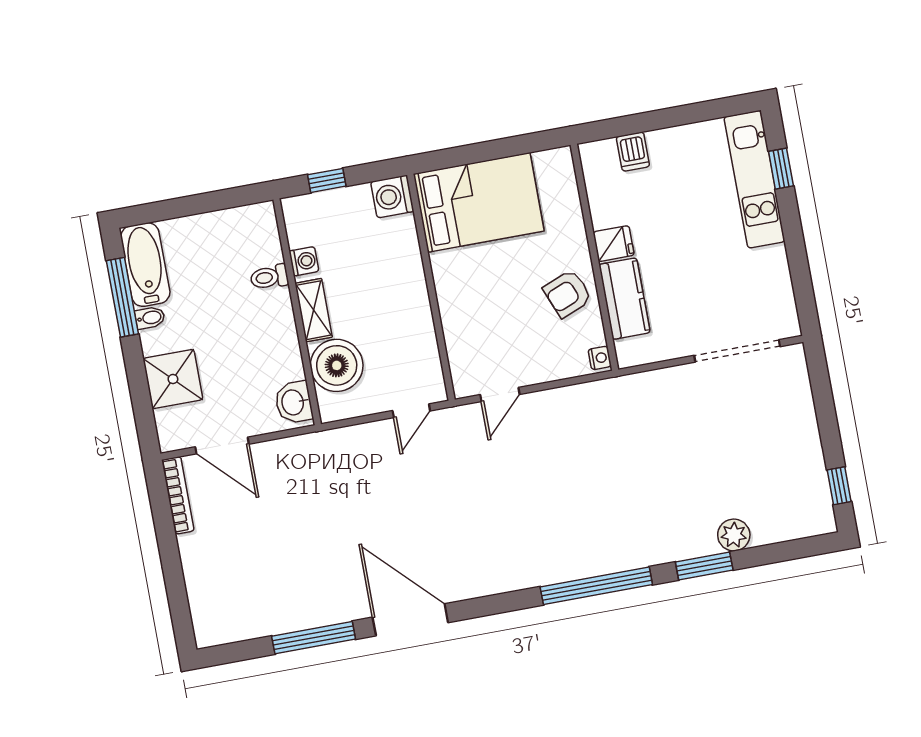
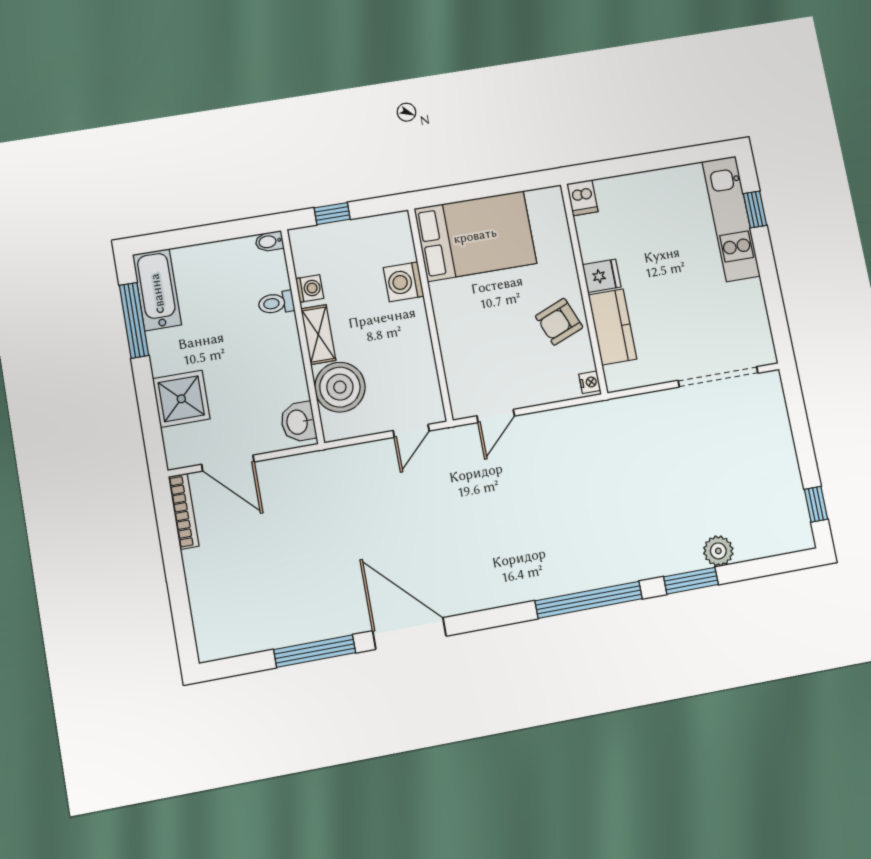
dishwasher: (633, 152) -> (582, 198), moved
washing machine: (392, 197) -> (404, 282), moved
bidet: (150, 318) -> (269, 241), moved, turned 180

